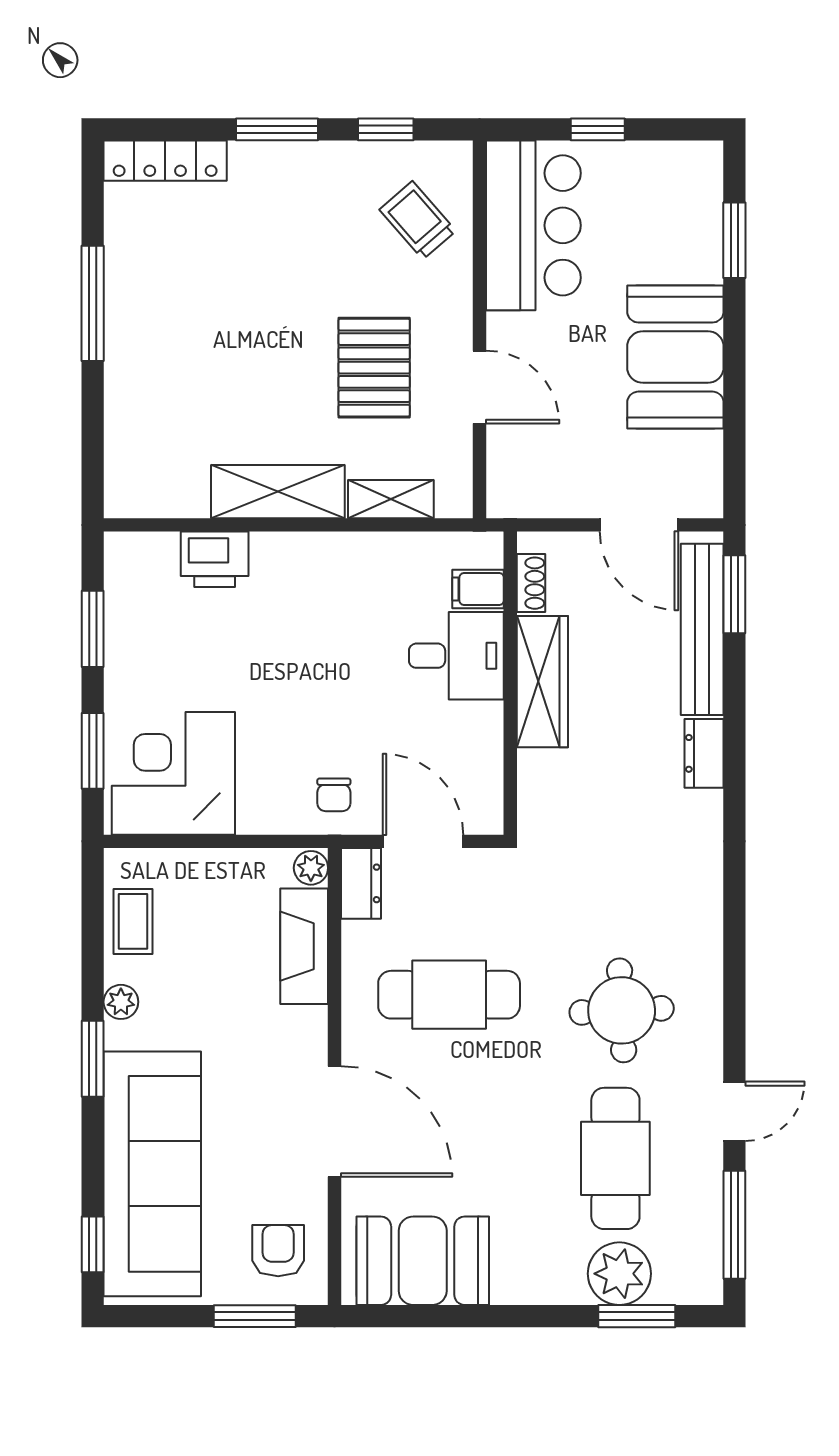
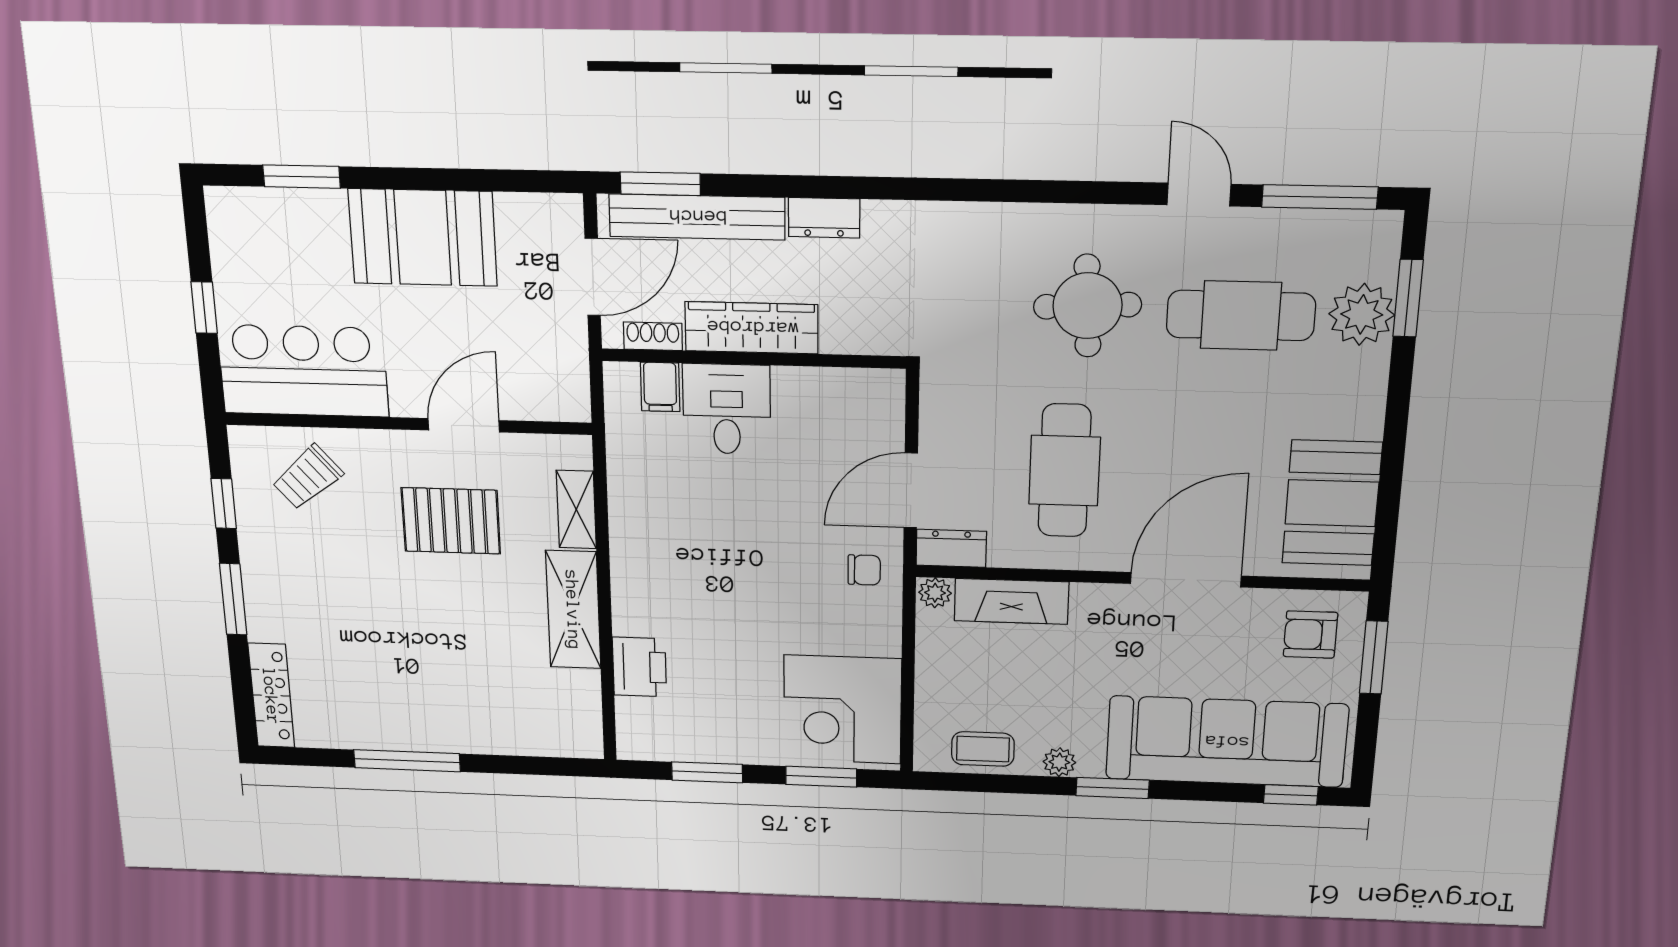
shoe rack: (531, 583) -> (653, 336), moved
filing cabinet: (478, 589) -> (660, 387), moved
desk: (456, 656) -> (727, 409), moved
wardrobe: (542, 682) -> (752, 328), moved
wall: (510, 683) -> (753, 359), moved

